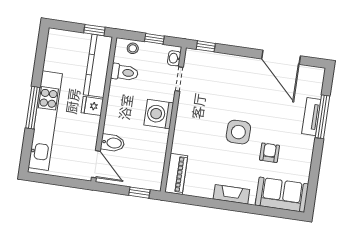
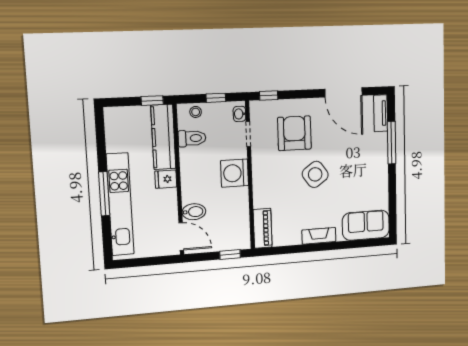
tv unit: (311, 117) -> (381, 113), moved
side table: (238, 132) -> (315, 174), turned -35
armchair: (269, 153) -> (294, 133), moved, width x1.88, depth x1.88

